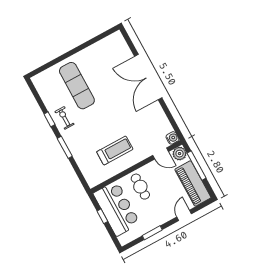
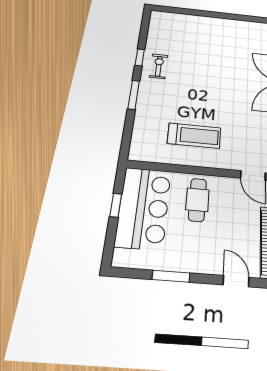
exercise mat: (77, 86) -> (198, 45), removed
door: (184, 215) -> (236, 281), hinge flipped

